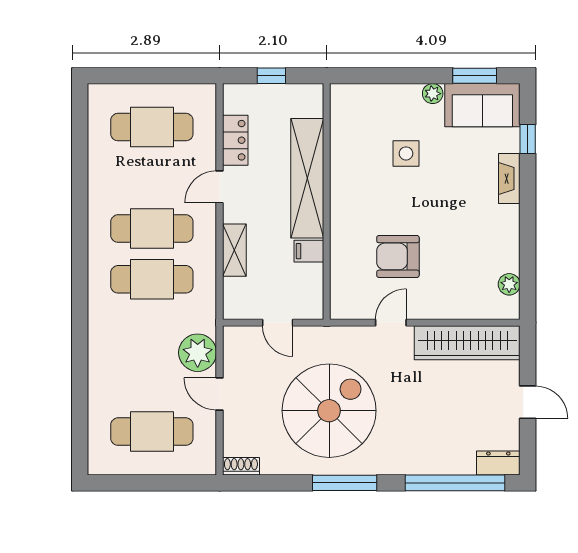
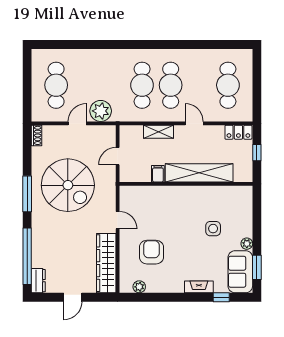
locker: (235, 140) -> (238, 132), moved
armchair: (398, 256) -> (151, 252), moved

